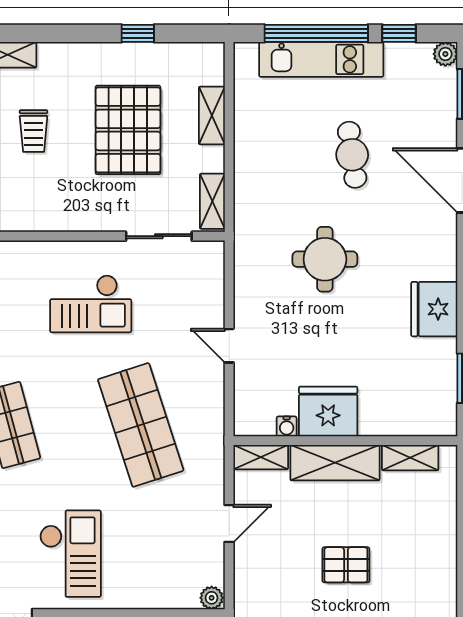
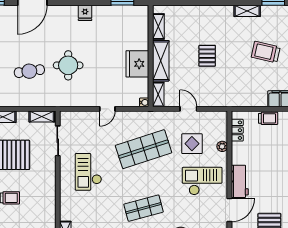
cafe table: (352, 155) -> (29, 71), moved
checkout: (91, 304) -> (88, 172), turned 180
fridge: (434, 309) -> (85, 13), width x0.53, depth x0.75
water cooler: (287, 426) -> (144, 102), moved
display table: (153, 531) -> (192, 144), added
plant: (212, 598) -> (222, 146), moved

